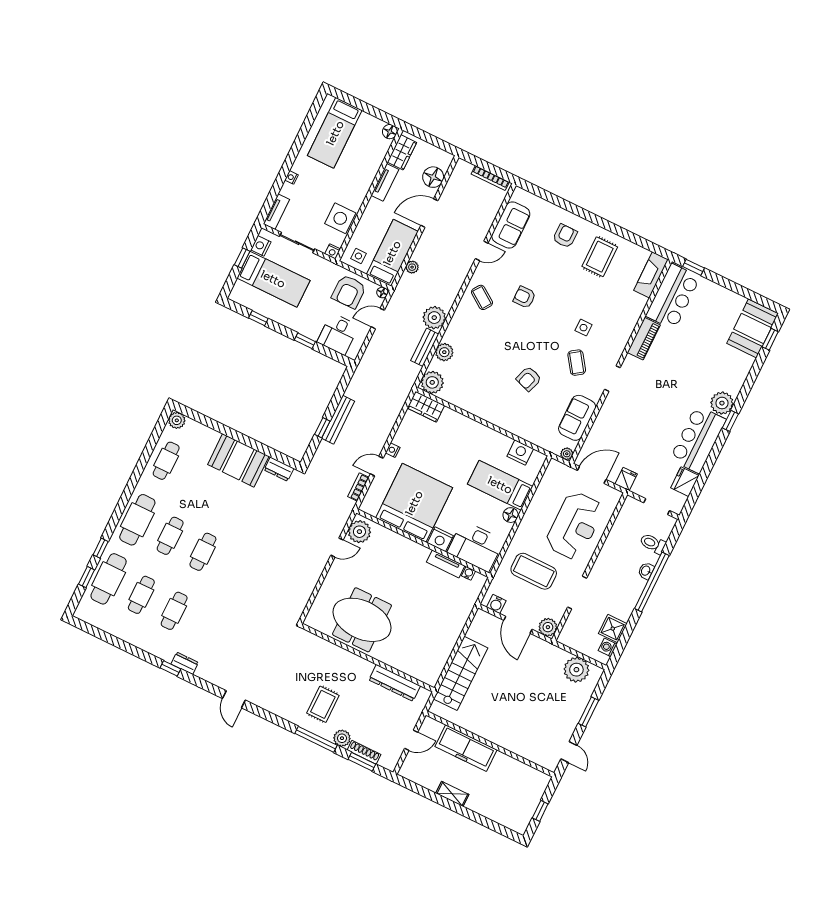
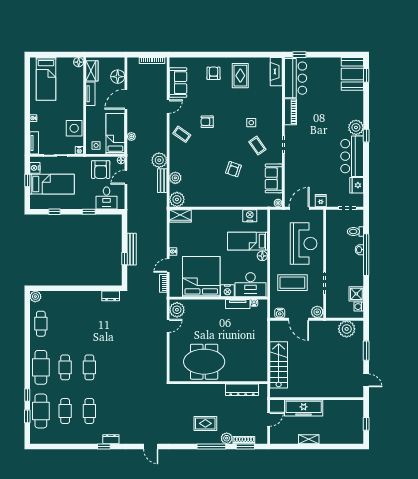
booth: (238, 460) -> (84, 302), removed
rug: (323, 704) -> (205, 423), turned 90

